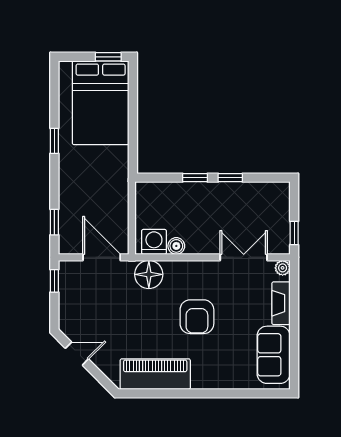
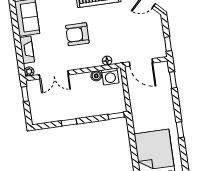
window: (195, 178) -> (116, 116), moved
floor lamp: (149, 274) -> (107, 61), width x0.53, depth x0.53
armchair: (197, 317) -> (77, 34), turned -90

